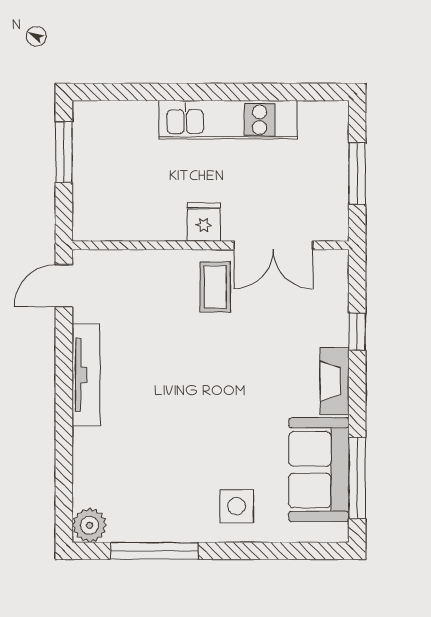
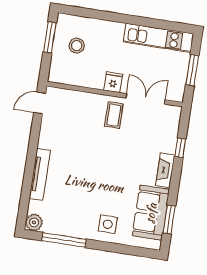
kitchen unit: (228, 120) -> (158, 38), moved
stool: (120, 160) -> (77, 46), added
double door: (273, 245) -> (146, 99), swing flipped
tv unit: (86, 375) -> (40, 175), moved
window: (357, 478) -> (169, 220), width x0.69

